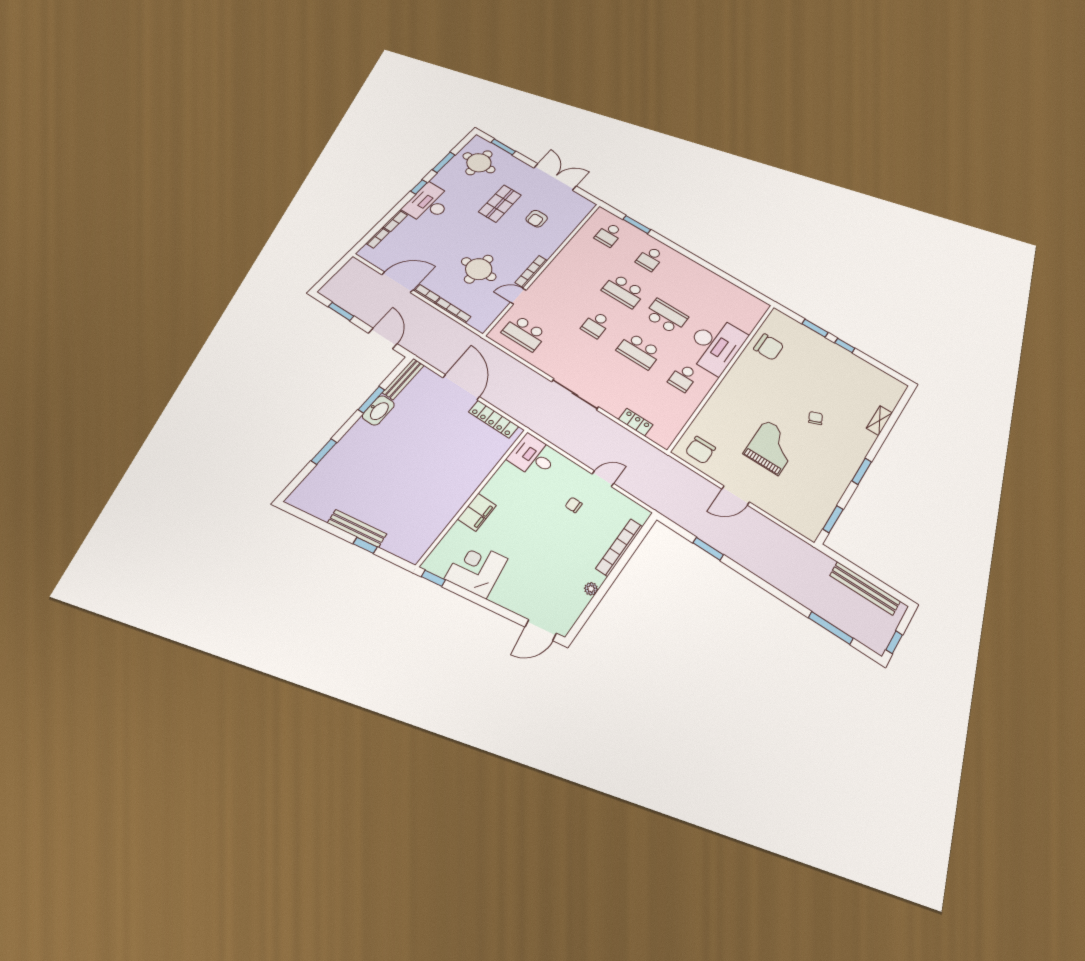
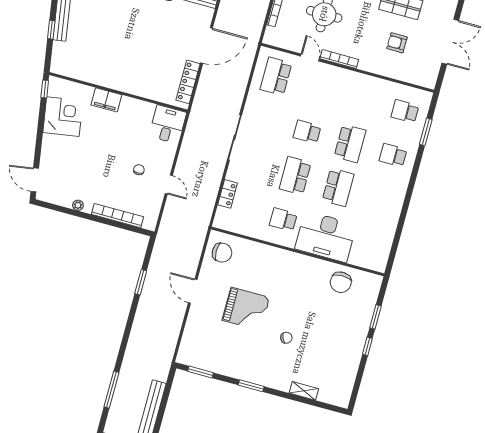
school desk: (624, 291) -> (350, 143), turned 180
chair: (700, 450) -> (222, 253), turned 180

